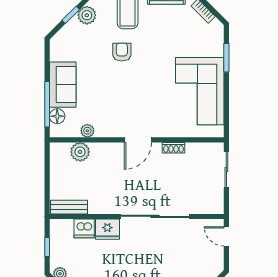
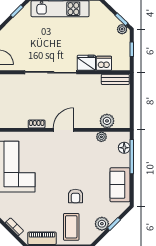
sofa: (63, 85) -> (120, 185), moved

